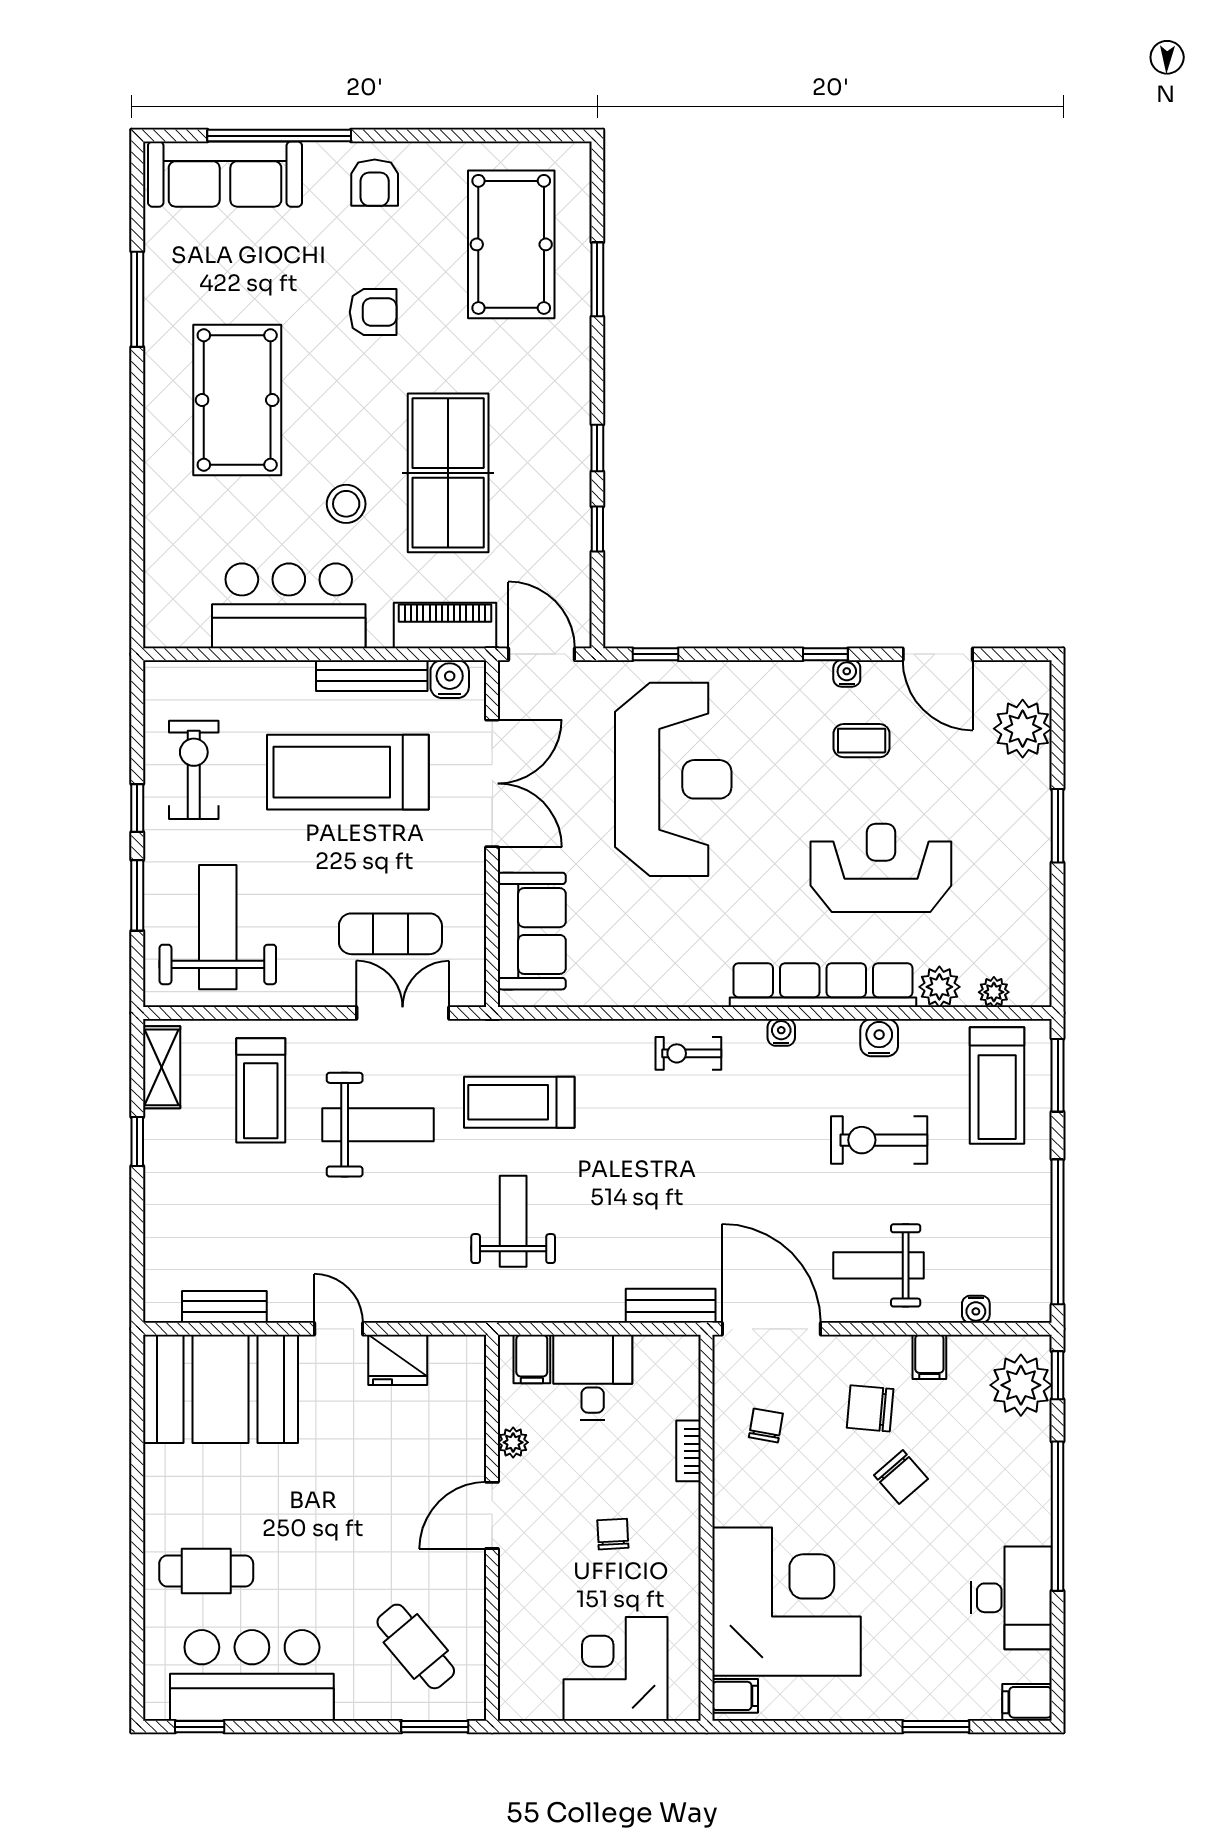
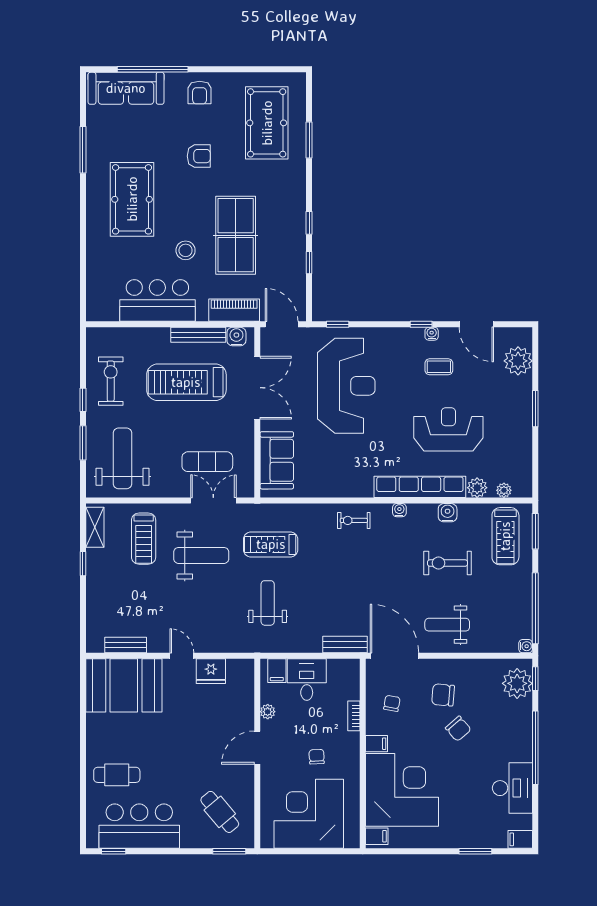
water cooler: (976, 1309) -> (526, 646), moved, turned -90
filing cabinet: (929, 1357) -> (377, 744), moved, turned -90
corner desk: (615, 1669) -> (309, 814), width x1.36, depth x1.36

